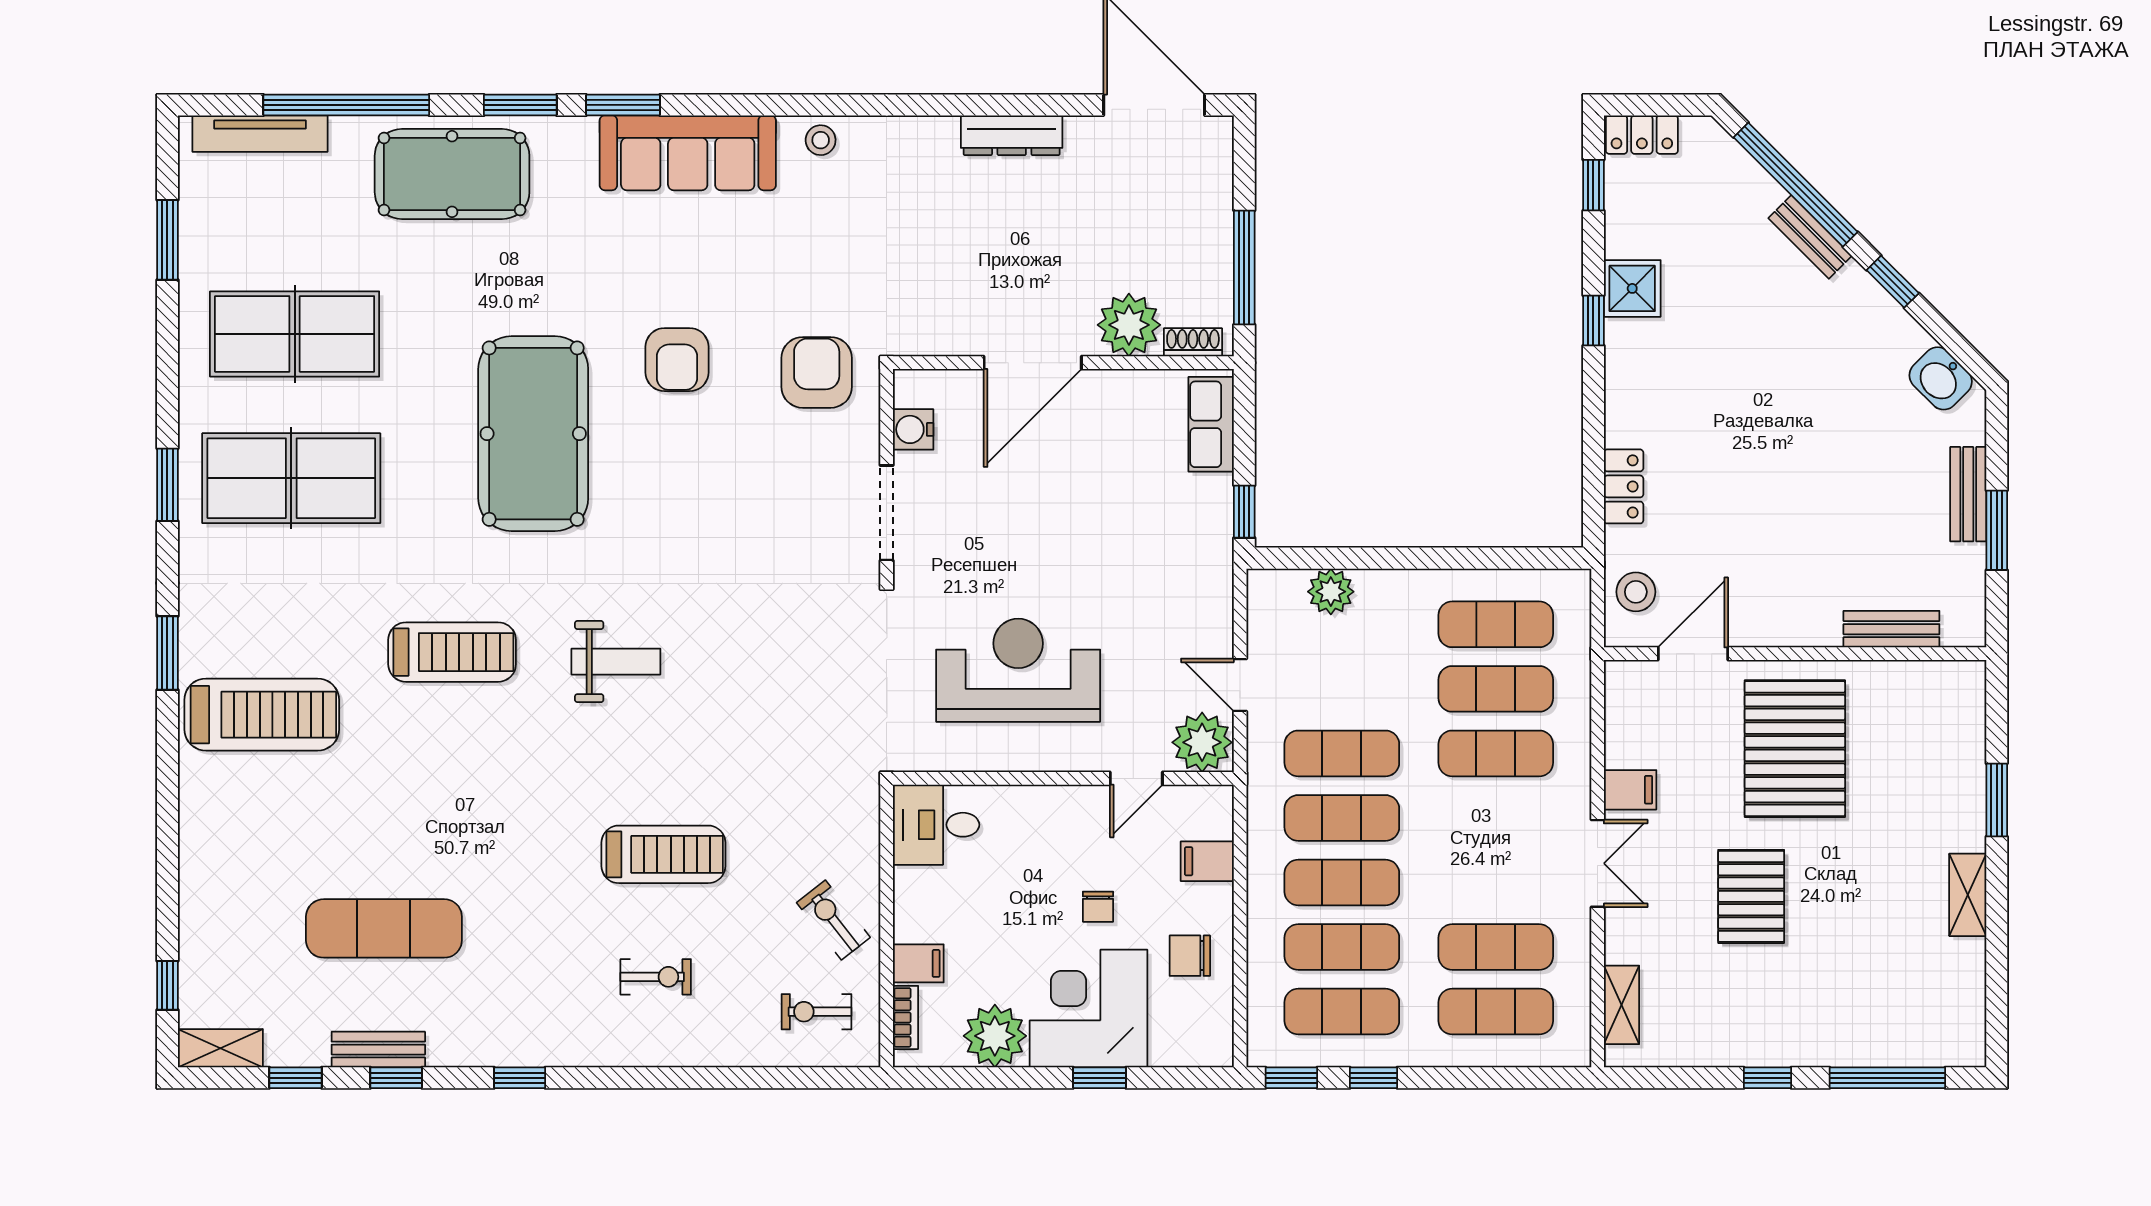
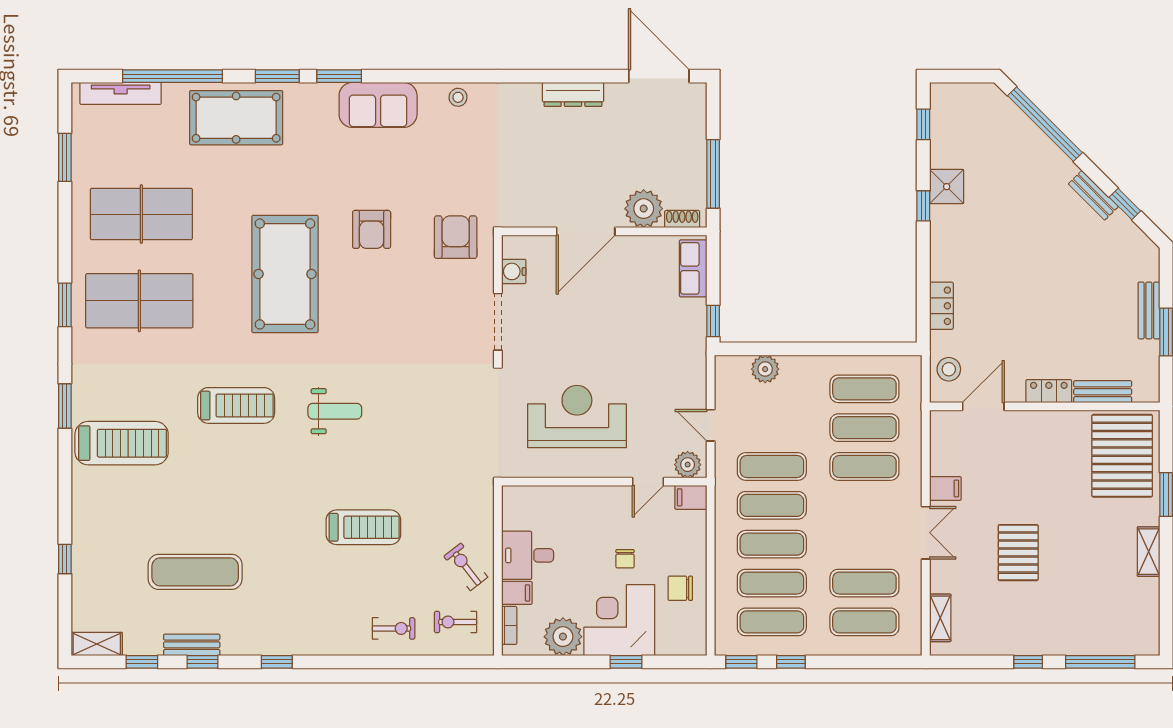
locker: (1642, 135) -> (1049, 391), moved, turned 180
sofa: (688, 153) -> (378, 105), width x0.73
bench: (1810, 237) -> (1093, 195), moved
window: (1893, 282) -> (1125, 204), moved
washbasin: (1941, 378) -> (1132, 241), removed
plant: (1202, 742) -> (688, 465), width x0.73, depth x0.73
pallet: (1795, 749) -> (1122, 456), moved
desk: (936, 825) -> (528, 555), moved
filing cabinet: (1207, 861) -> (691, 497), moved
exercise bike: (656, 977) -> (394, 628), moved
window: (167, 985) -> (65, 559), moved

